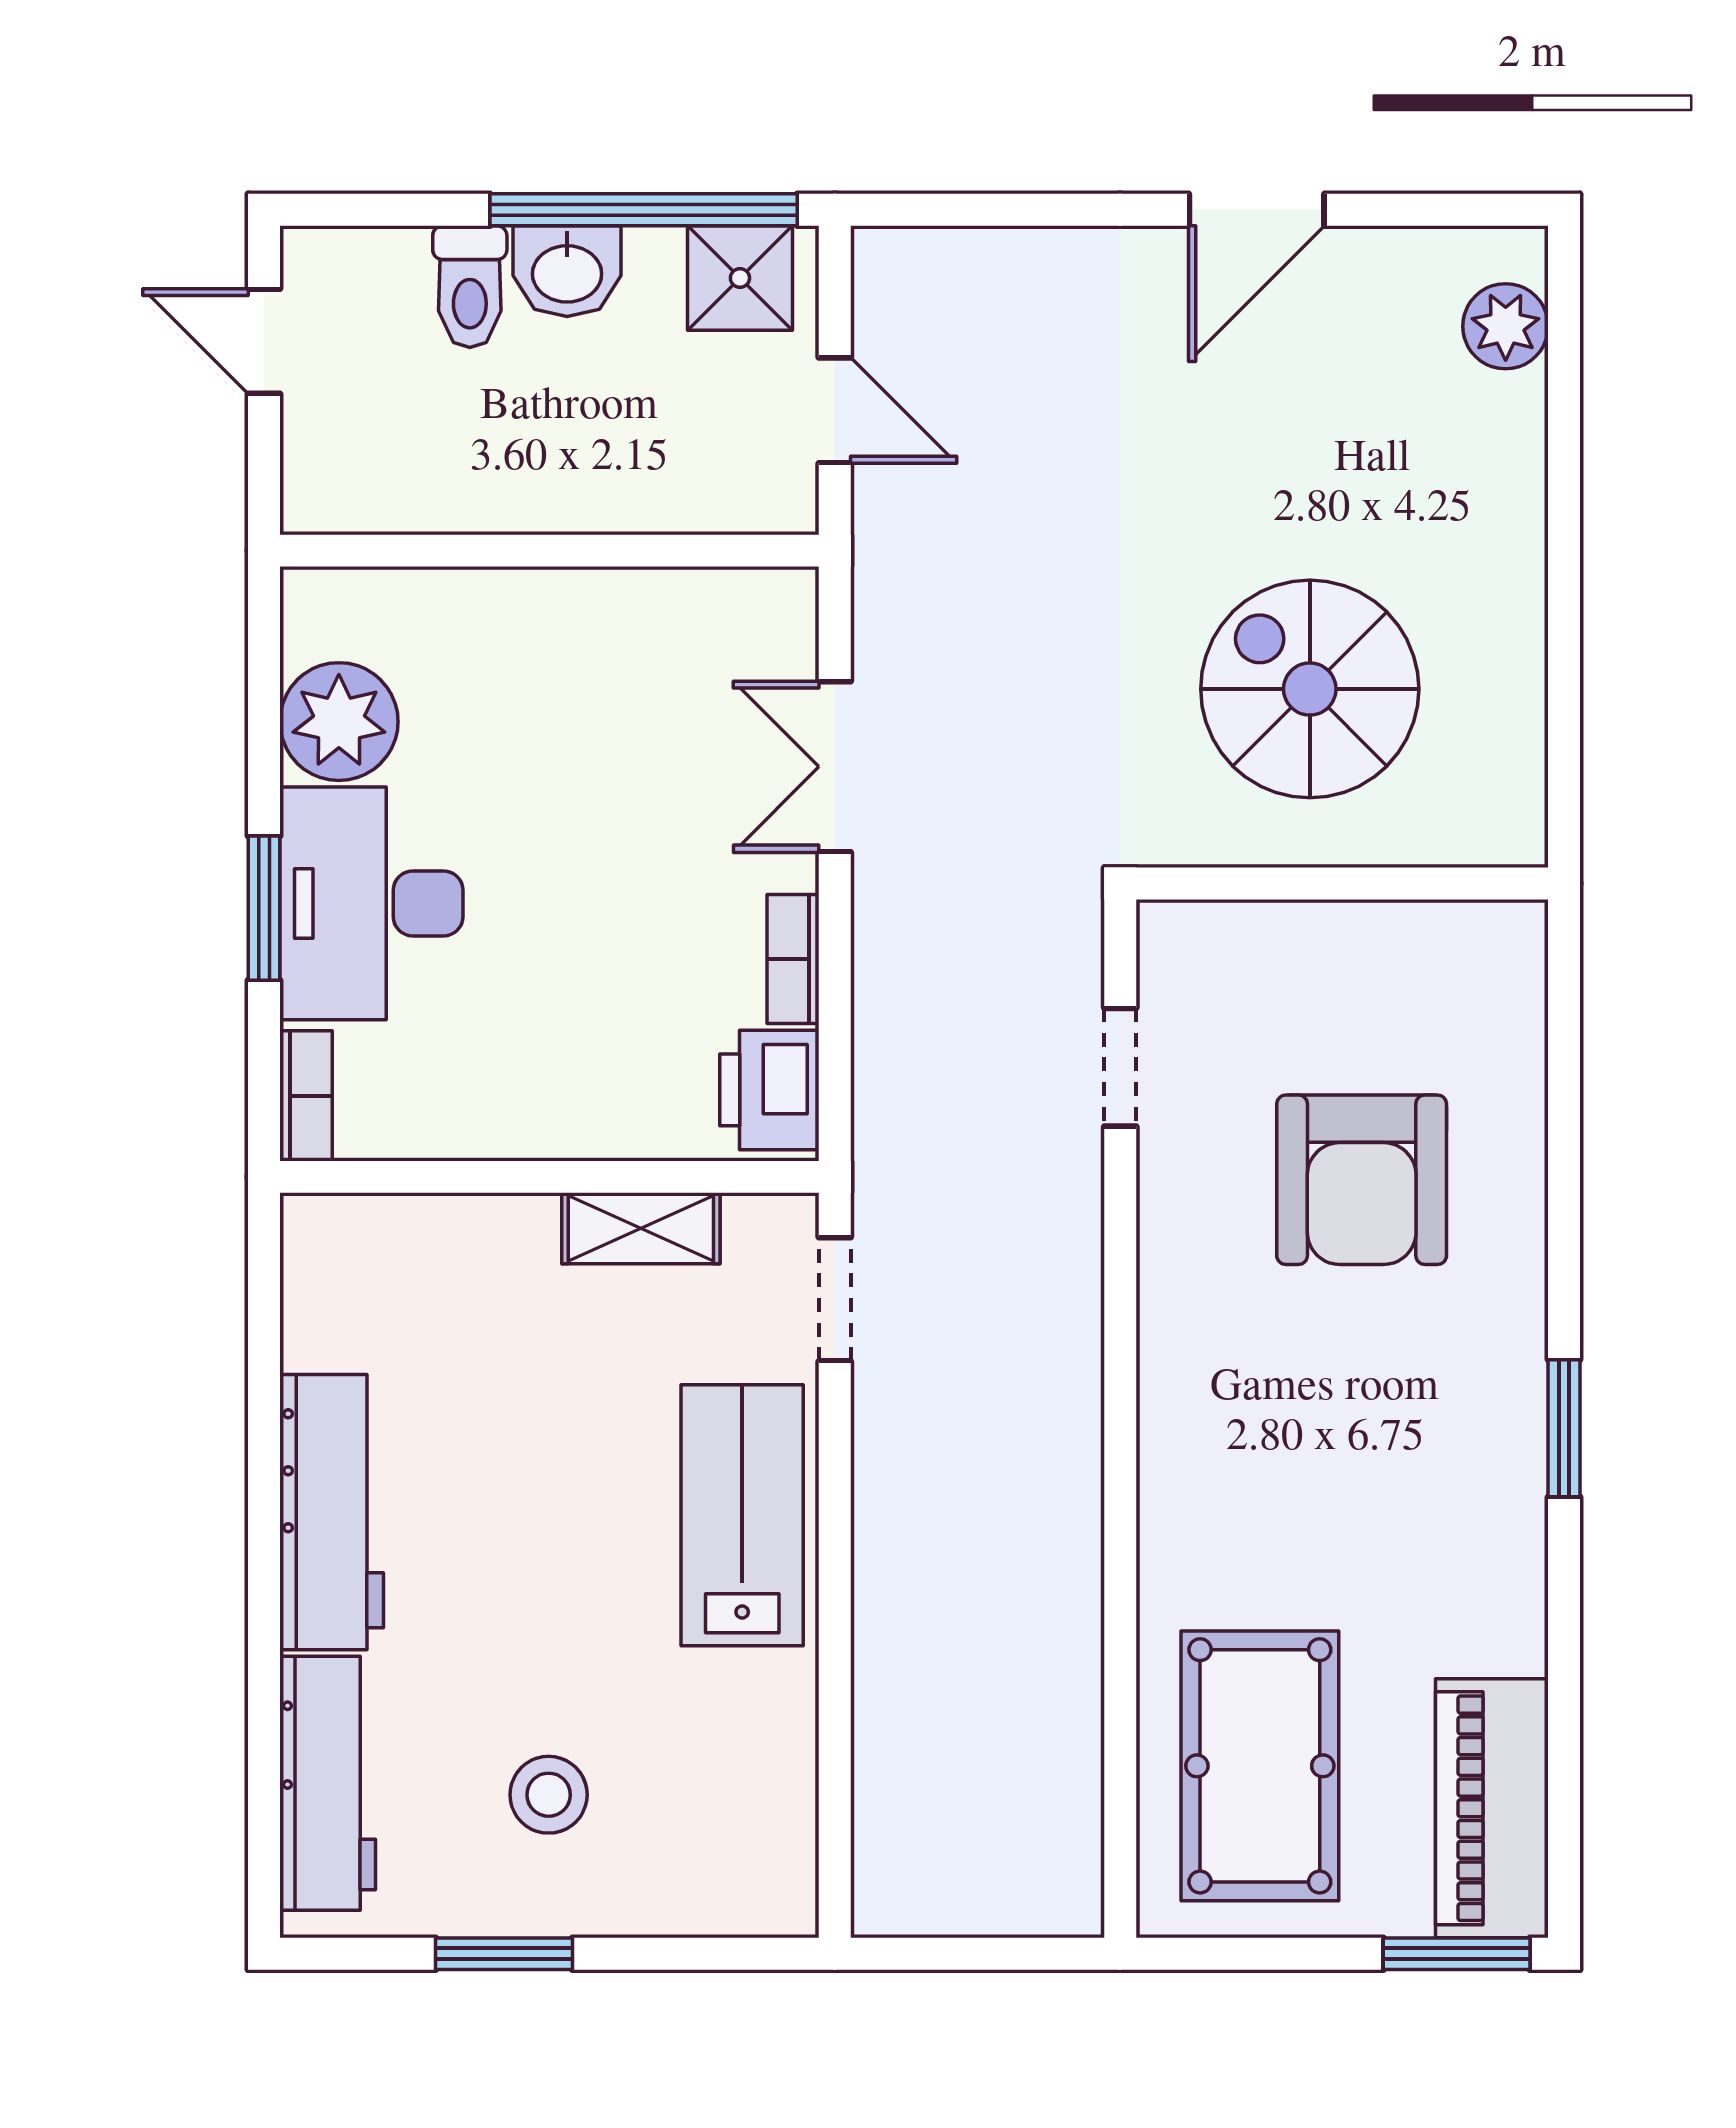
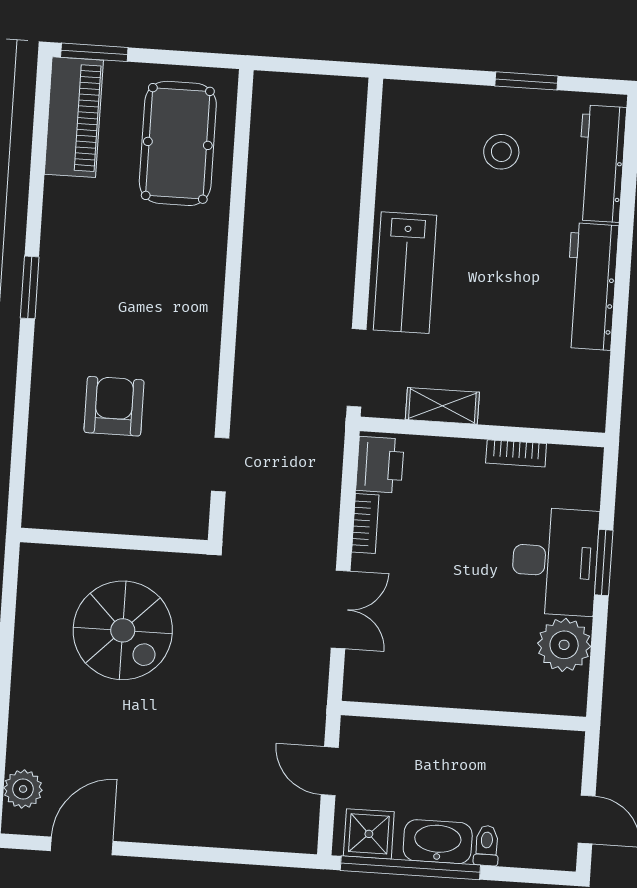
door: (1257, 210) -> (82, 846), moved
washbasin: (567, 271) -> (438, 842), width x1.38
toilet: (470, 287) -> (487, 846), width x0.73, depth x0.72
bookcase: (306, 1096) -> (516, 453), moved, turned -90
armchair: (1362, 1180) -> (114, 406), width x0.73, depth x0.73
doorway: (835, 1299) -> (357, 368), width x1.38

